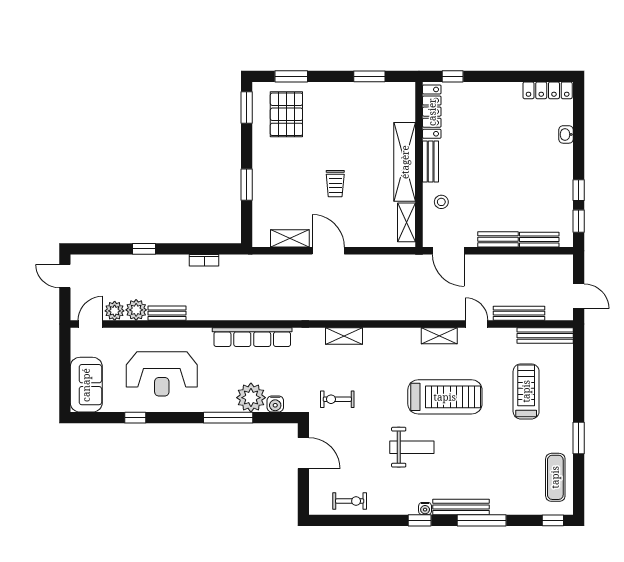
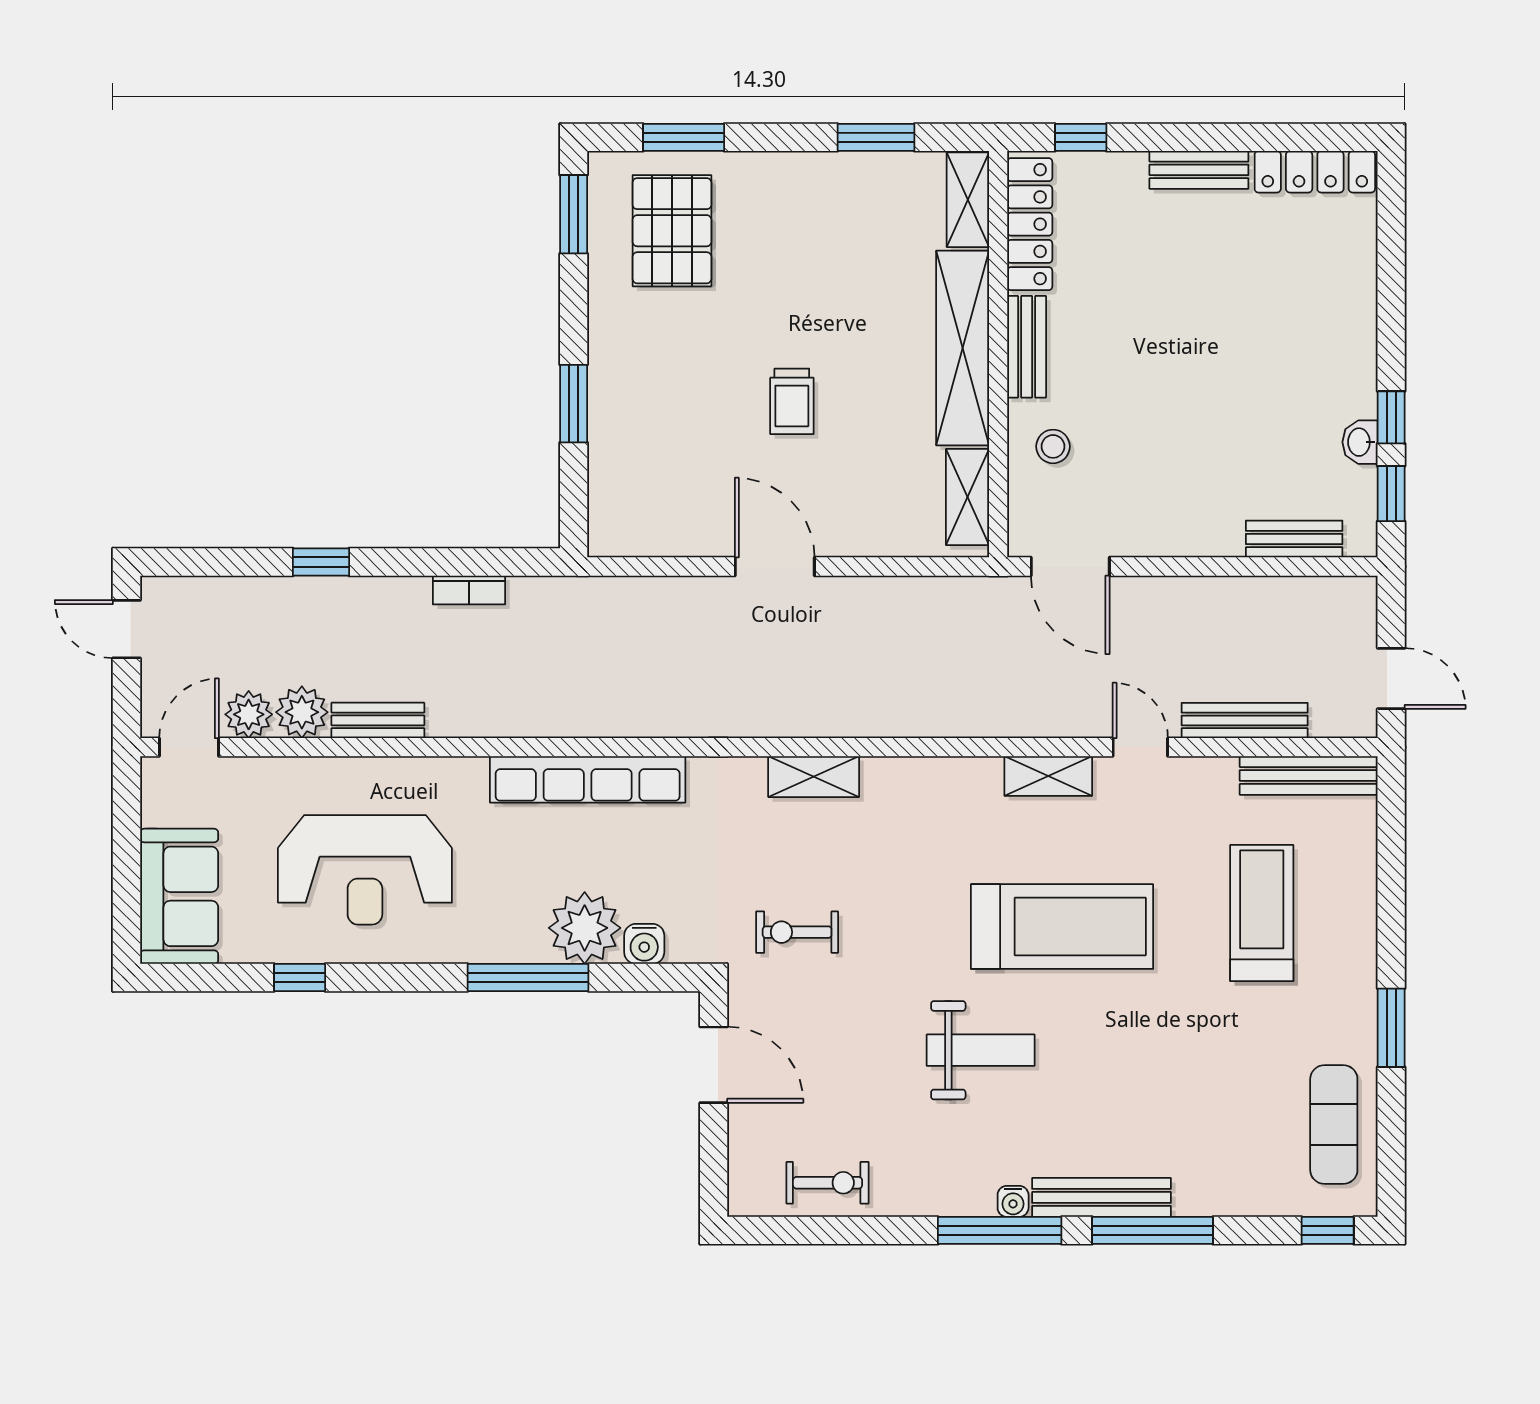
washbasin: (566, 134) -> (1360, 442), moved
shelving: (290, 238) -> (968, 200), moved, turned 90
bench: (498, 239) -> (1199, 170), moved
window: (420, 520) -> (1000, 1230), width x2.17

